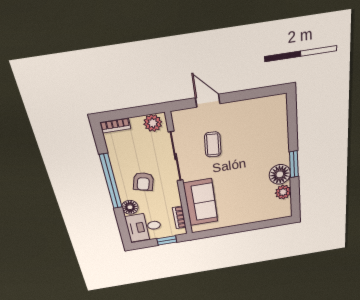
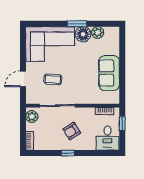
corner sofa: (263, 133) -> (50, 44), added
window: (111, 182) -> (68, 153), width x0.32
armchair: (143, 182) -> (72, 131), turned 133
sofa: (201, 202) -> (109, 73), moved, turned -90
floor lamp: (130, 207) -> (90, 144), removed

